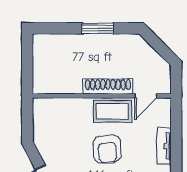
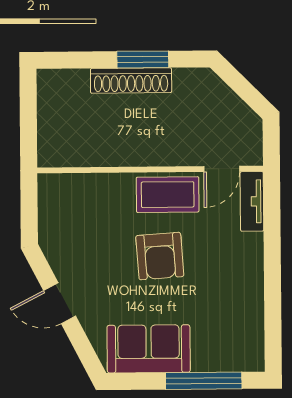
shoe rack: (108, 86) -> (131, 81), moved, turned 180
tv unit: (164, 146) -> (252, 201), moved

